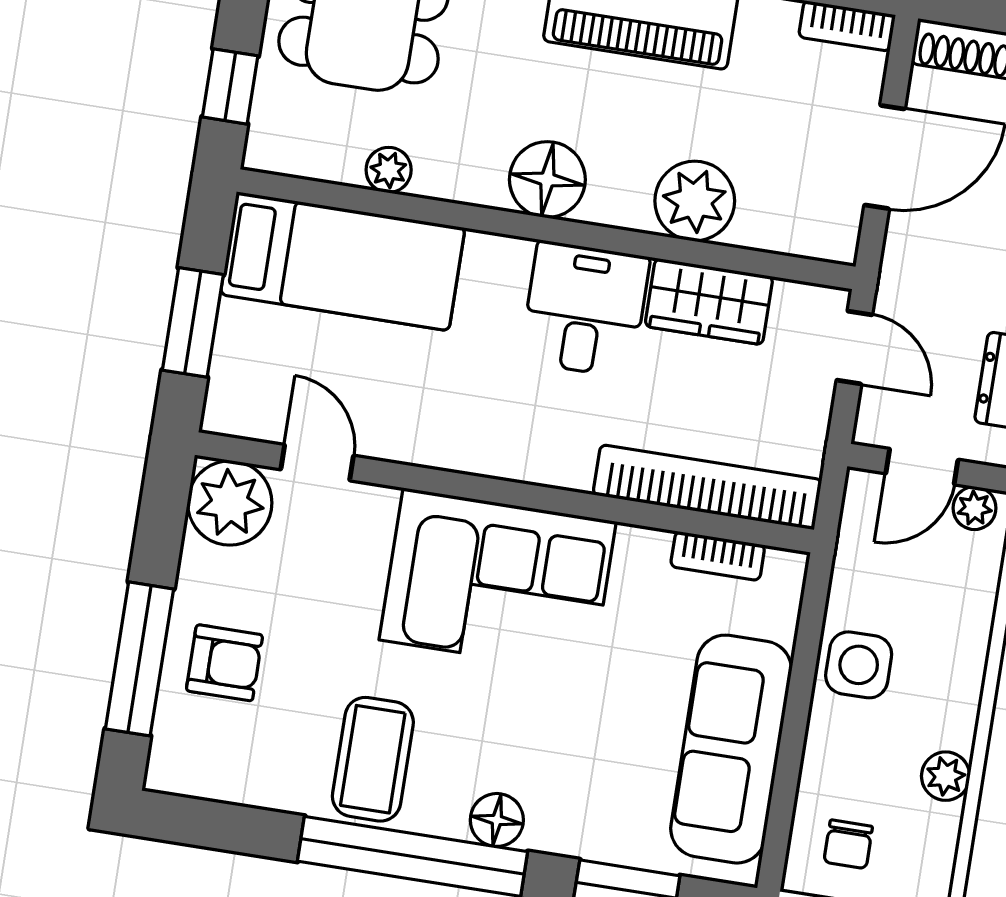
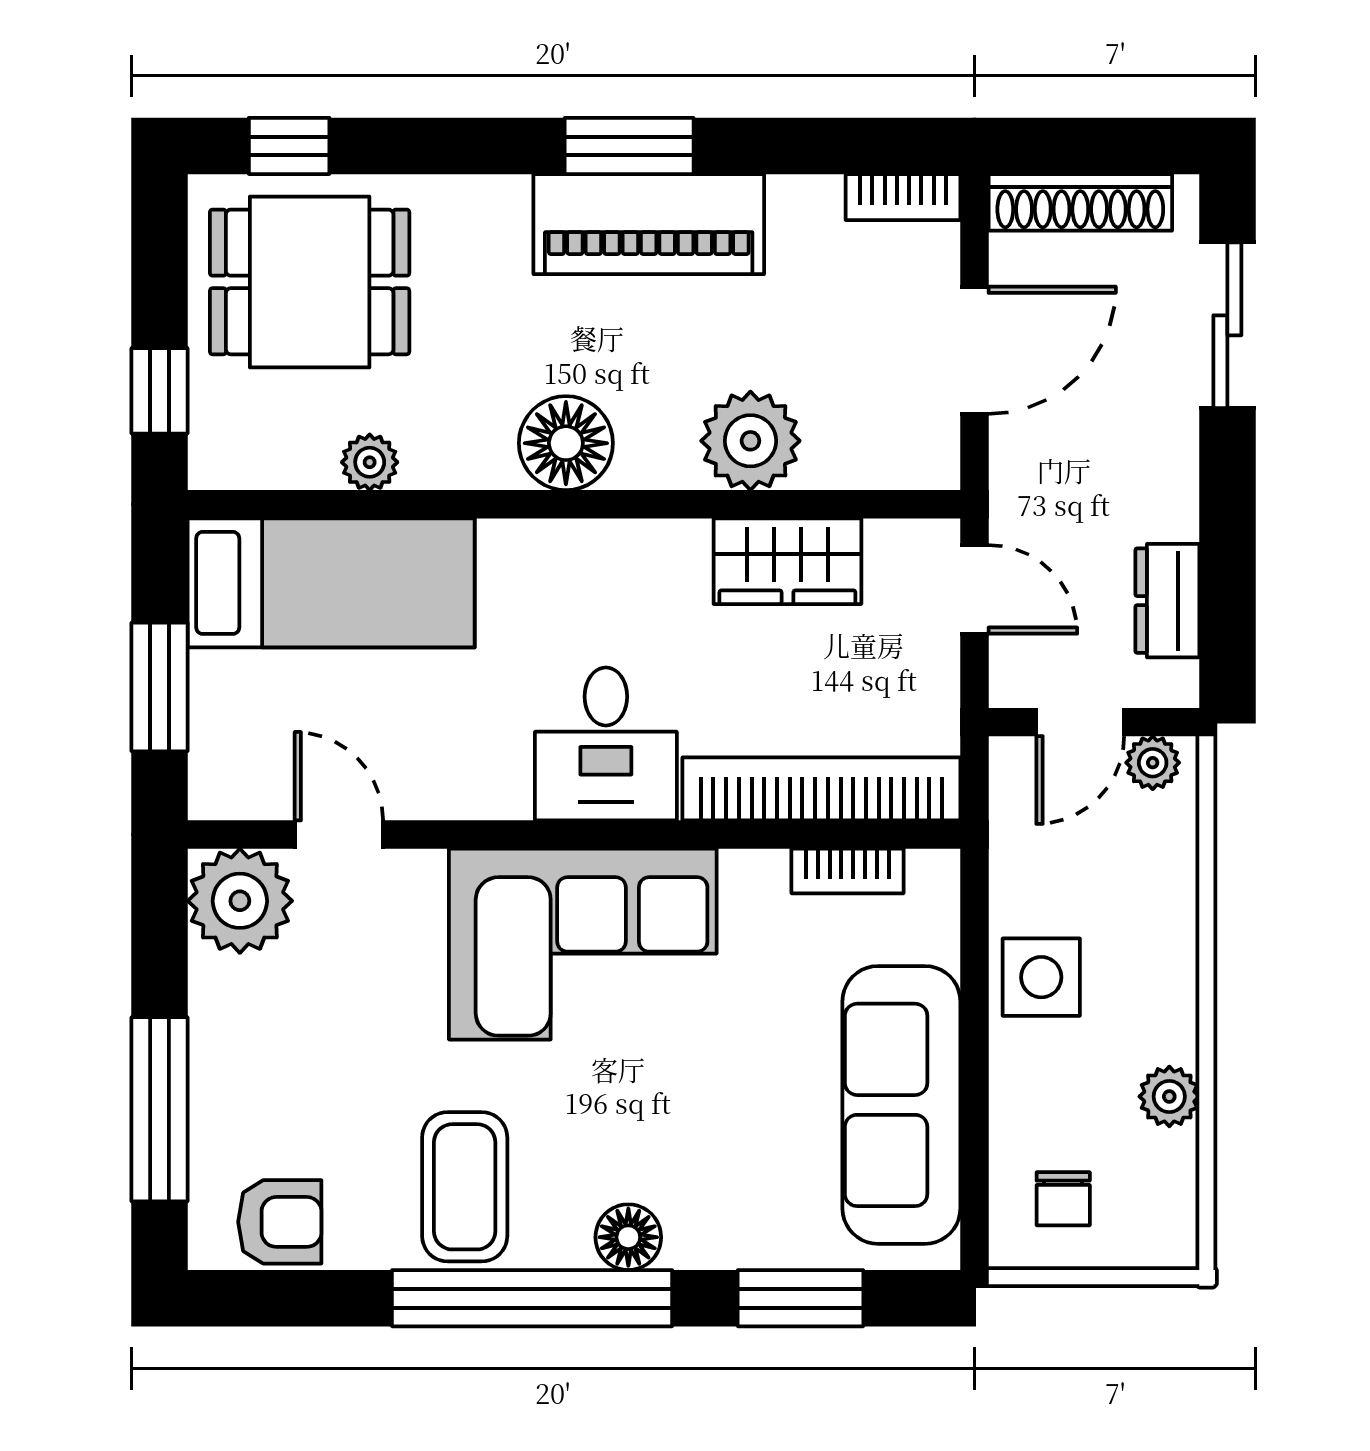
desk: (585, 309) -> (606, 744), moved, turned 180
armchair: (224, 663) -> (280, 1222), moved

